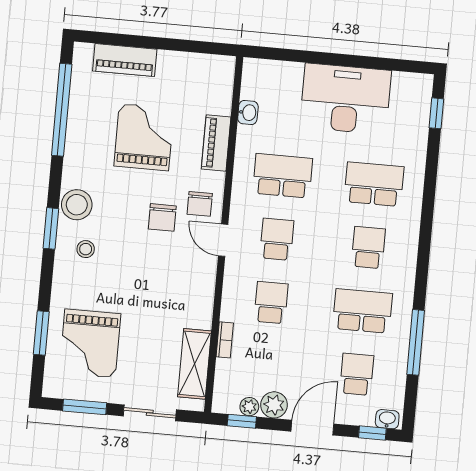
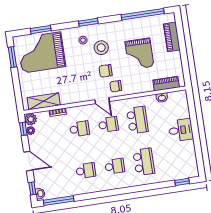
desk: (346, 99) -> (181, 130), width x0.53, depth x0.77
grand piano: (144, 137) -> (139, 54), turned 90
piano: (216, 143) -> (166, 84), moved
stool: (77, 205) -> (101, 48), moved
door: (223, 240) -> (102, 101), swing flipped
school desk: (362, 311) -> (86, 171), width x0.54
window: (416, 342) -> (59, 201), moved
grand piano: (90, 343) -> (41, 52), width x1.37, depth x1.48
school desk: (357, 374) -> (57, 175), removed
plant: (274, 405) -> (31, 119), moved
sliding door: (150, 413) -> (17, 87), removed

